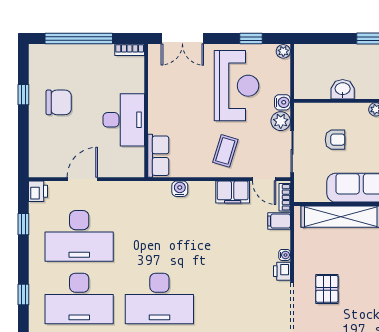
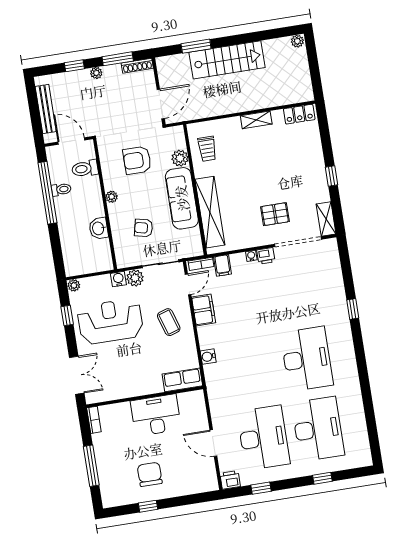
window: (79, 39) -> (91, 466), width x0.68
armchair: (335, 140) -> (144, 228), turned -77
coffee table: (225, 151) -> (169, 322), turned 56

